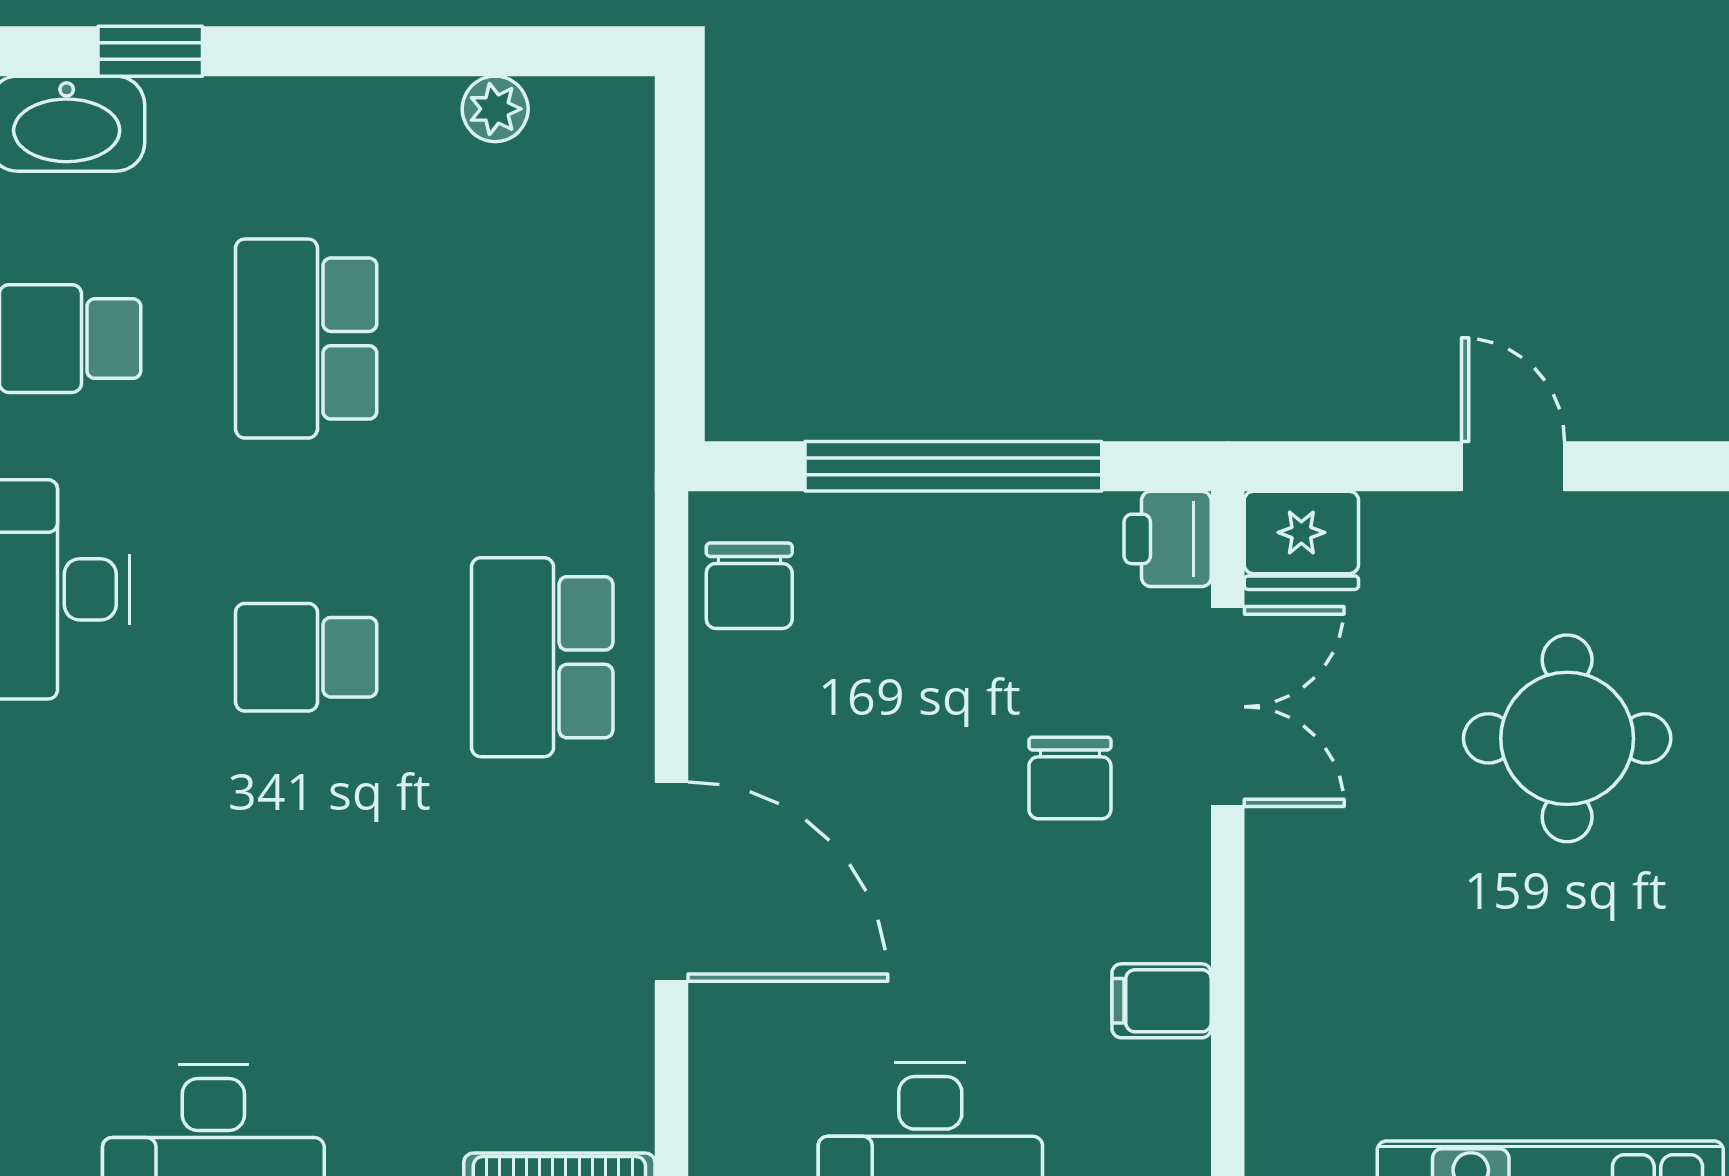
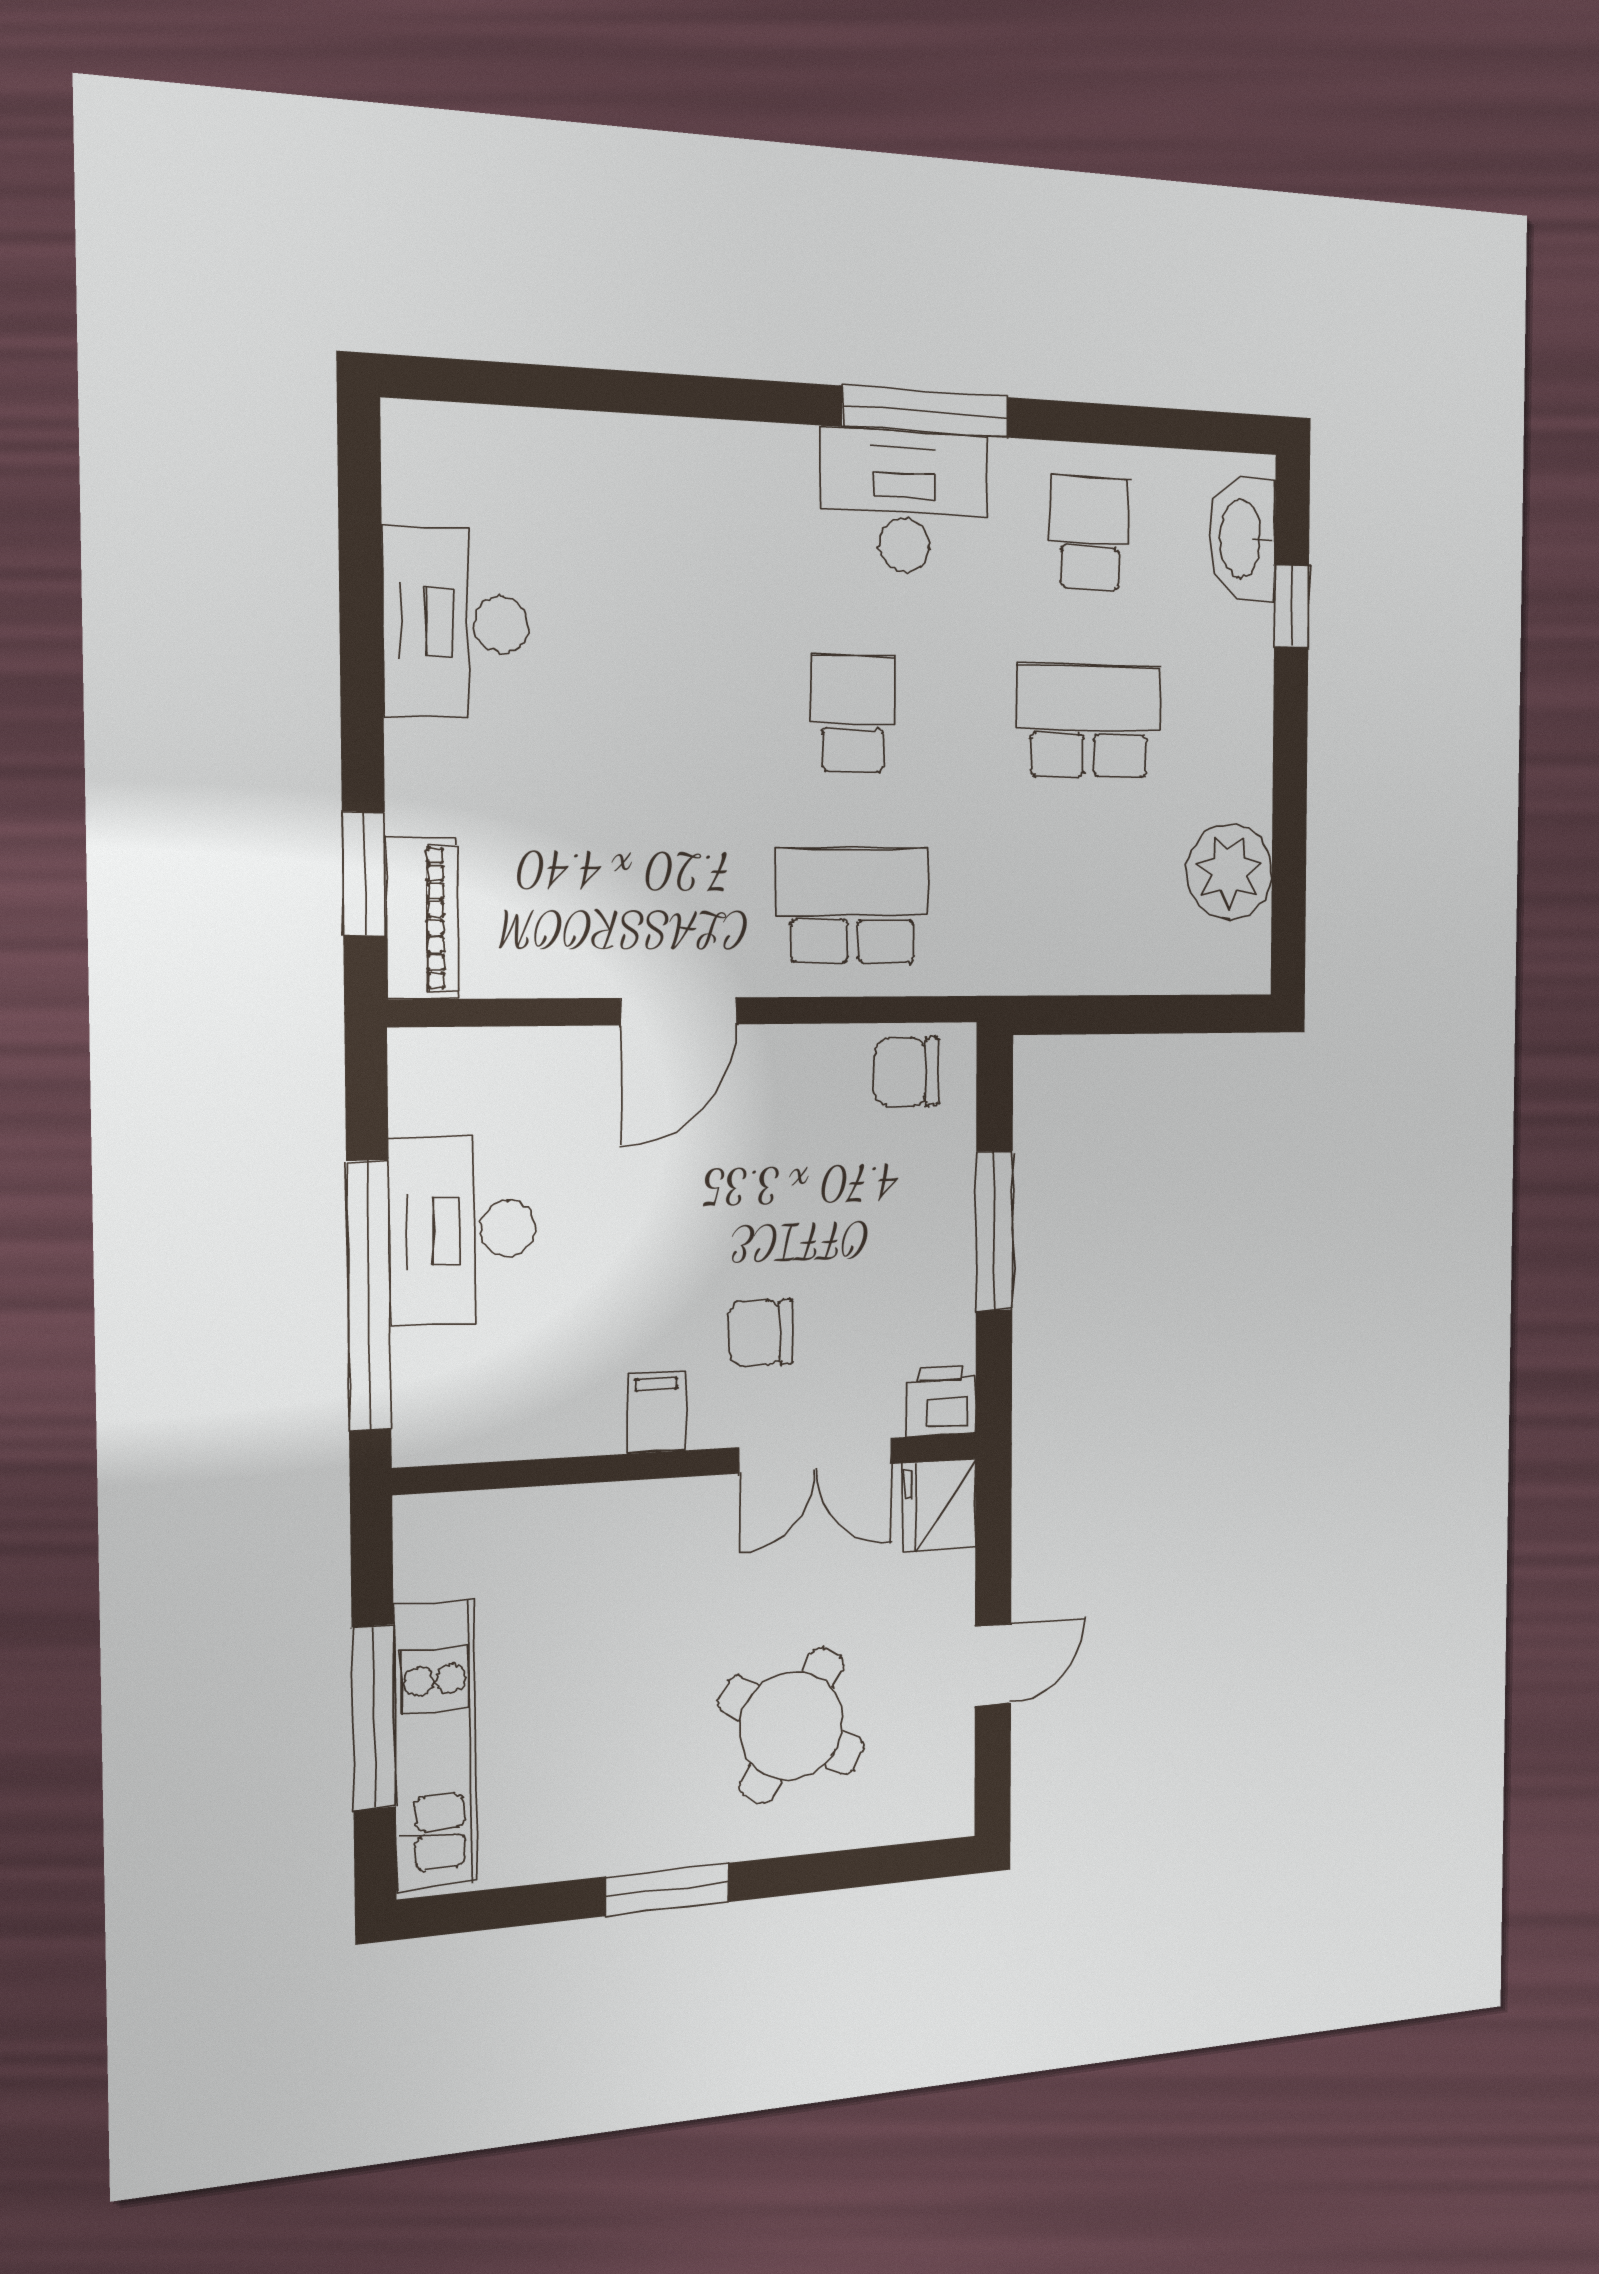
plant: (495, 109) -> (1230, 872), width x1.87, depth x1.87
window: (953, 466) -> (994, 1231), width x0.68
round table: (1567, 738) -> (792, 1725), turned 31
door: (671, 882) -> (679, 1011), width x0.73
filing cabinet: (1162, 1001) -> (656, 1412), moved

